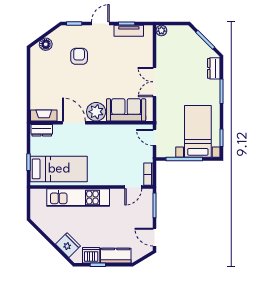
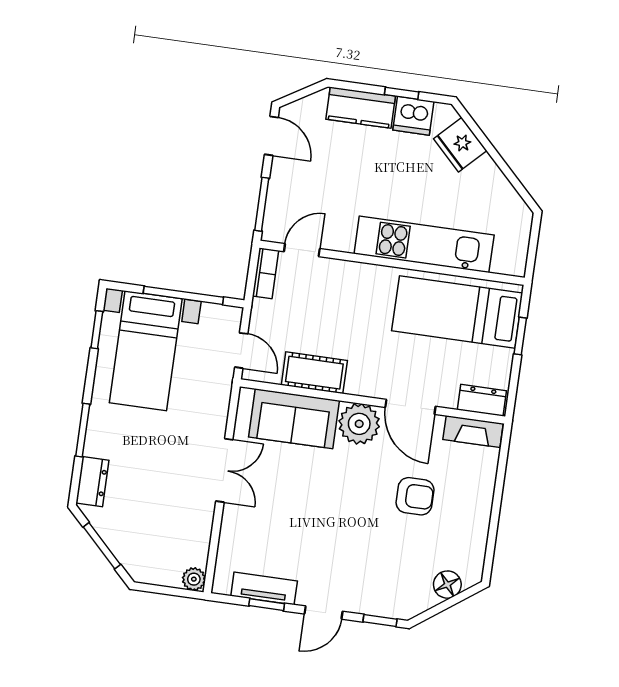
armchair: (79, 56) -> (415, 496), moved, turned -90
cot: (120, 132) -> (314, 373), added

